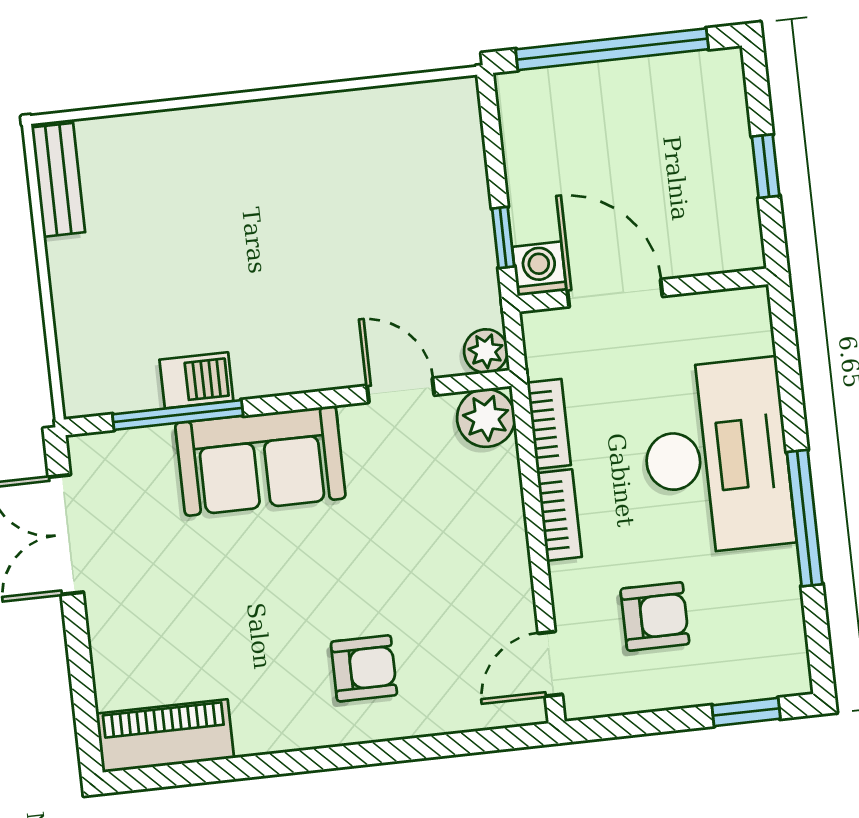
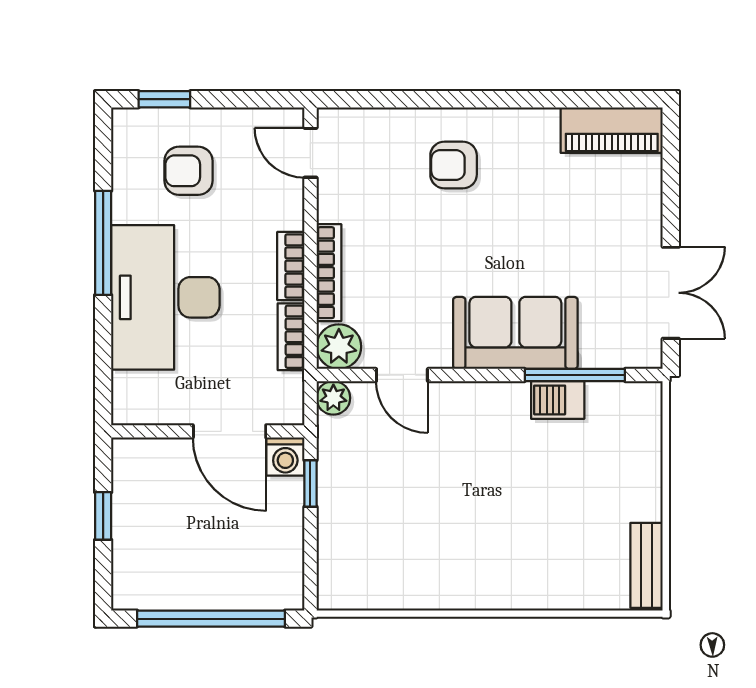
bookcase: (509, 512) -> (329, 273), added
armchair: (655, 616) -> (188, 171), moved
door: (550, 664) -> (310, 153), swing flipped

